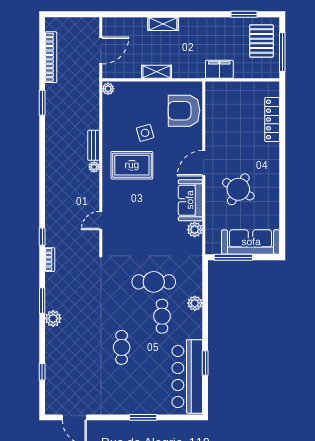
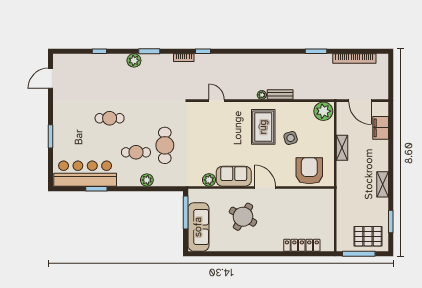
shelving: (163, 24) -> (383, 184), moved
filing cabinet: (219, 69) -> (381, 128), moved, turned 180
plant: (108, 89) -> (323, 111), width x1.88, depth x1.88
window: (42, 372) -> (99, 51), moved

